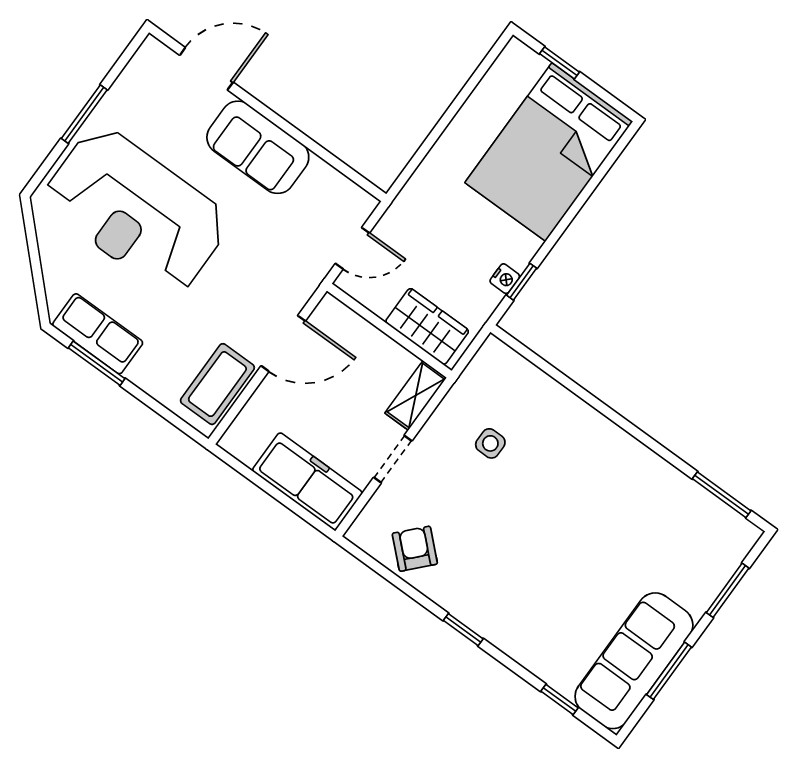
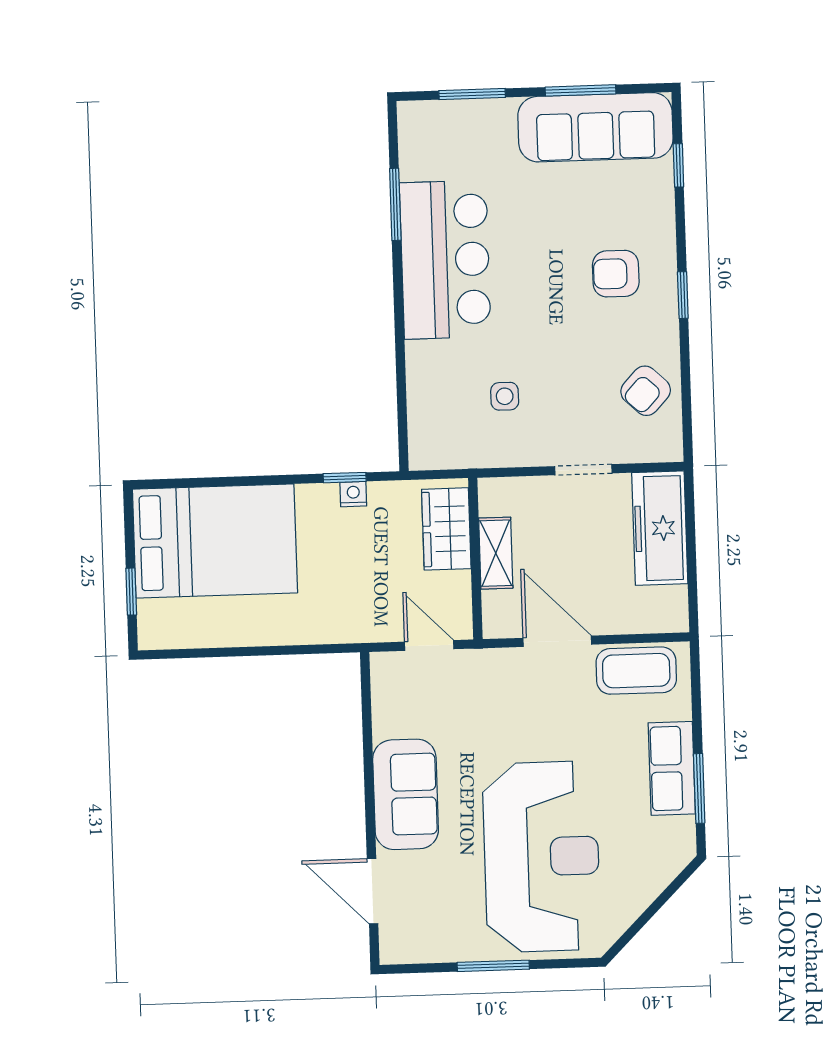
row of seats: (98, 334) -> (672, 768), moved
shelving: (416, 395) -> (496, 553), moved, turned 90
bar counter: (623, 477) -> (445, 260), added
window: (722, 495) -> (395, 204), moved
armchair: (516, 593) -> (616, 274), added

